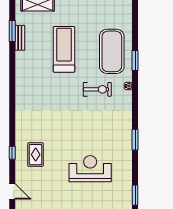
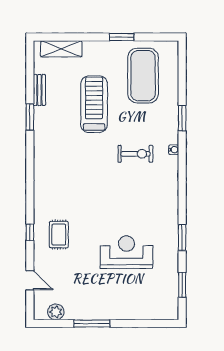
window: (12, 31) -> (30, 117), moved
exercise mat: (112, 51) -> (143, 76), moved
window: (135, 140) -> (182, 238), moved

